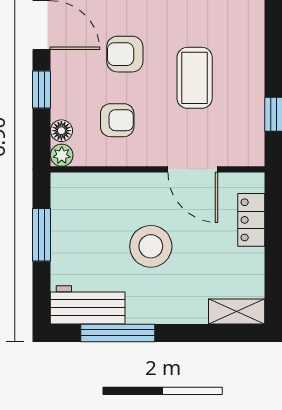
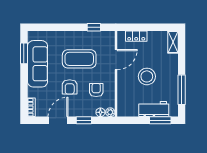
coffee table: (195, 78) -> (79, 59), width x1.36, depth x1.32
window: (42, 235) -> (160, 120), moved
workbench: (88, 305) -> (154, 109), moved, turned 90

